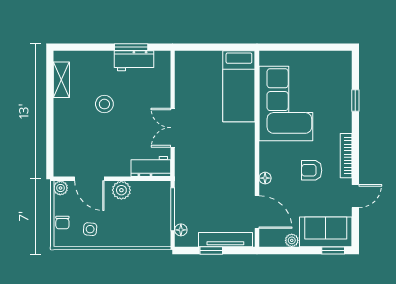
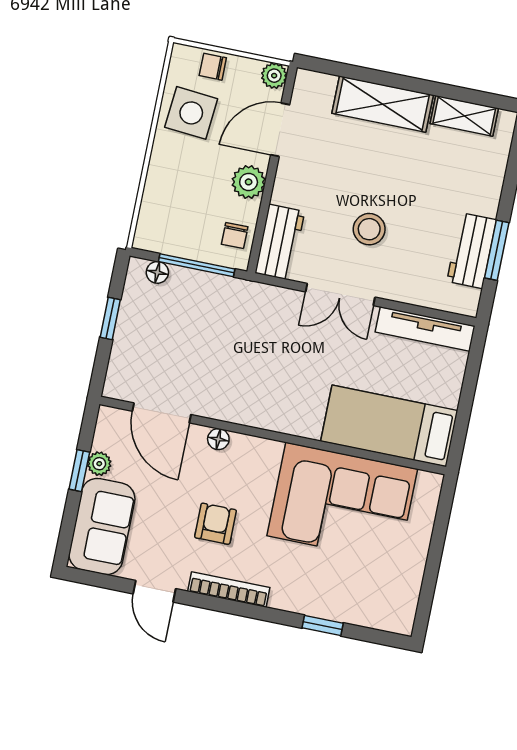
stool: (104, 104) -> (369, 229), moved
shelving: (64, 126) -> (383, 104), added
double door: (173, 128) -> (340, 294), swing flipped
chair: (152, 192) -> (235, 236), added
door: (257, 212) -> (162, 413), hinge flipped
side table: (90, 229) -> (191, 113), width x1.87, depth x1.87
tv unit: (225, 240) -> (425, 329), moved, turned 90
window: (333, 251) -> (79, 471), moved

